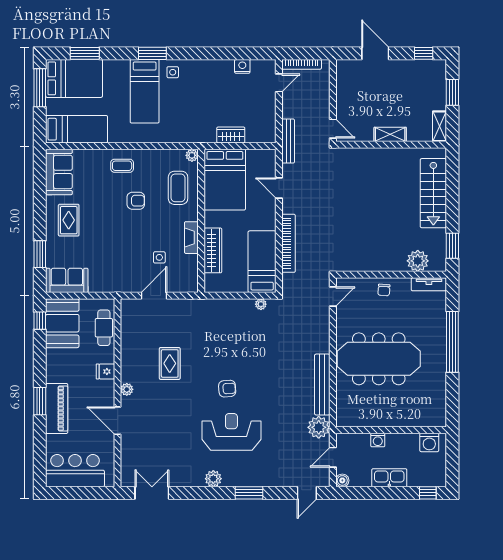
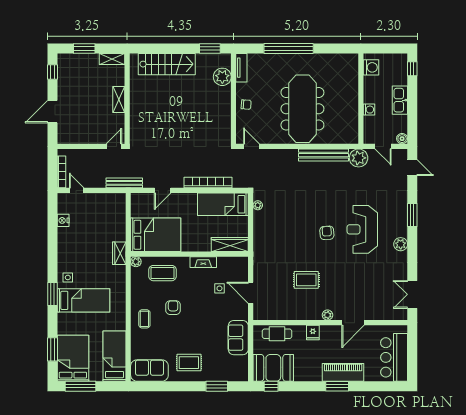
wardrobe: (231, 135) -> (119, 253), moved
wardrobe: (213, 250) -> (230, 244), moved
sofa: (67, 280) -> (238, 338), moved

